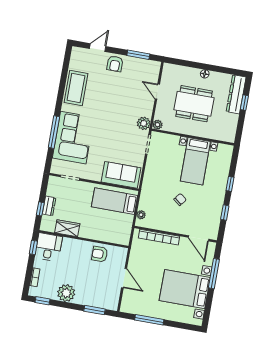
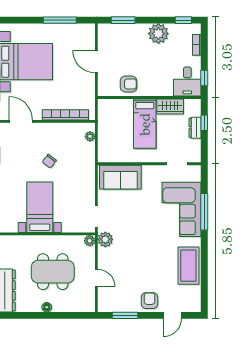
bed: (115, 201) -> (145, 124), moved, turned 90

